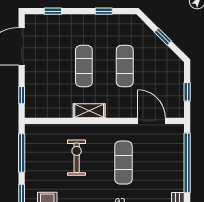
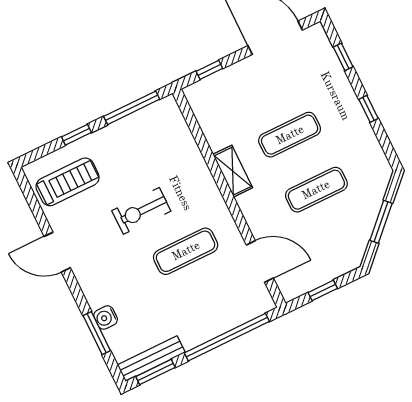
window: (104, 11) -> (369, 109), moved
window: (163, 37) -> (381, 222), width x1.50
door: (151, 121) -> (260, 262), hinge flipped
exercise bike: (77, 158) -> (141, 211), moved, turned 180

